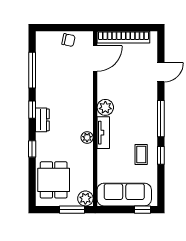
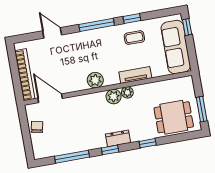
tv unit: (103, 133) -> (135, 75), moved
plant: (85, 198) -> (114, 97), moved
window: (72, 210) -> (202, 109), moved

